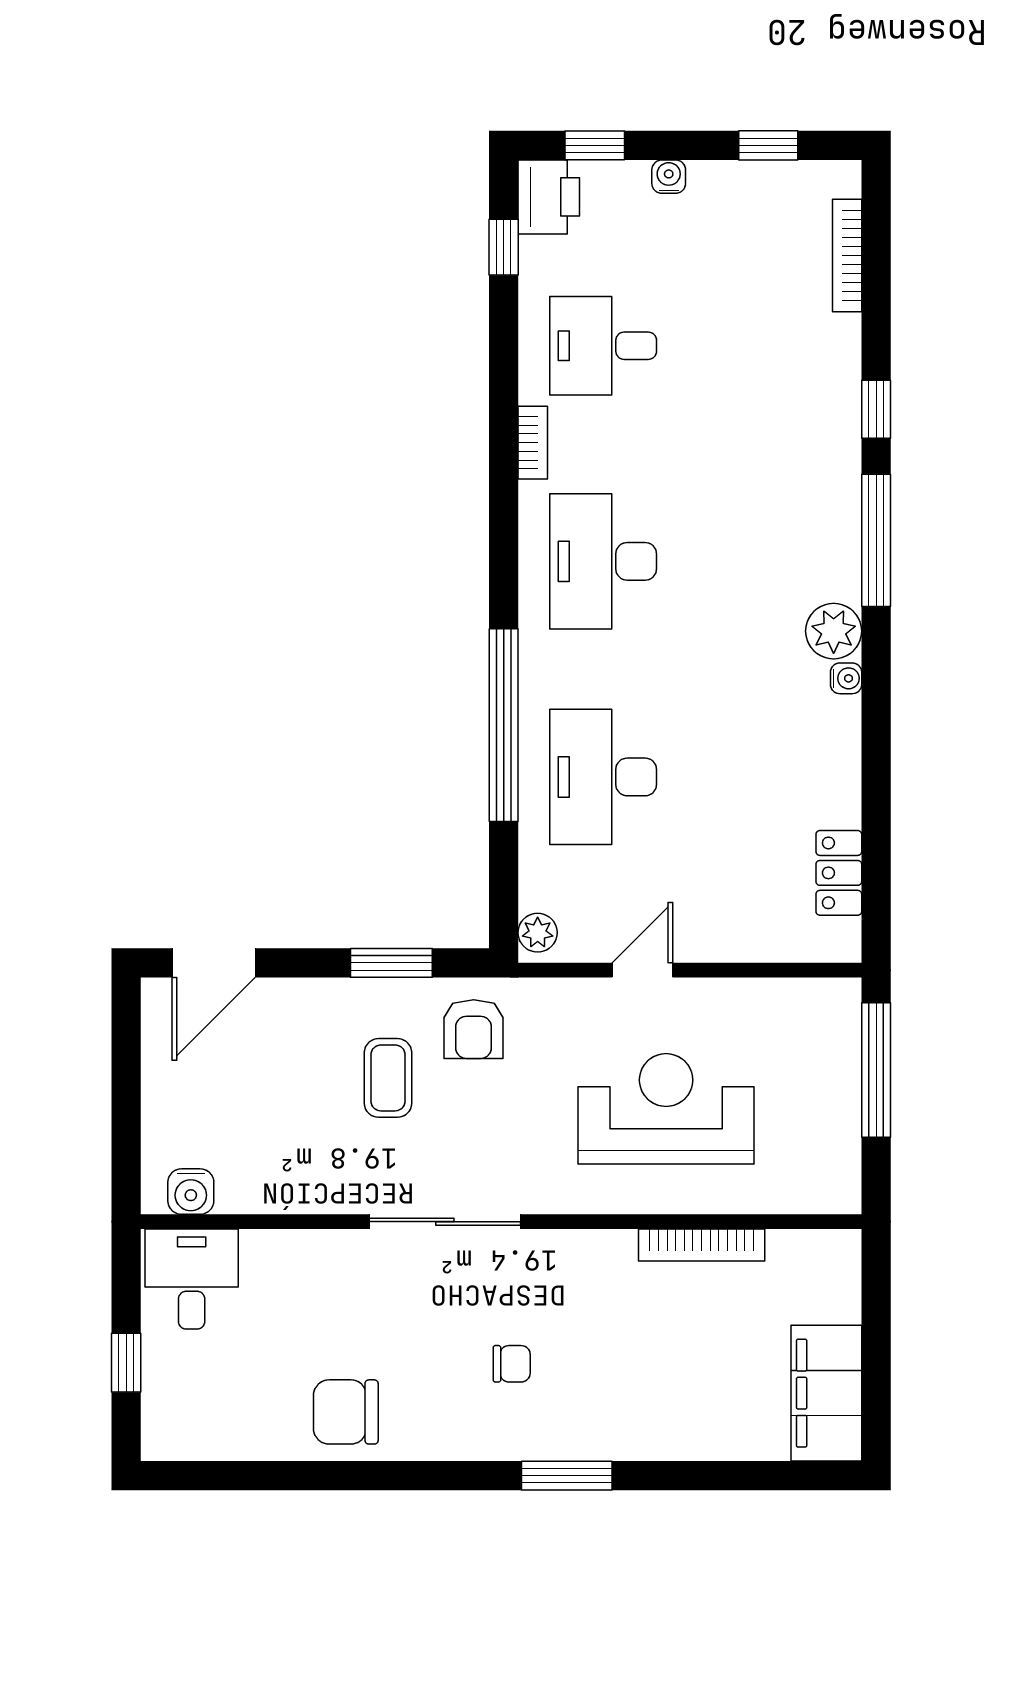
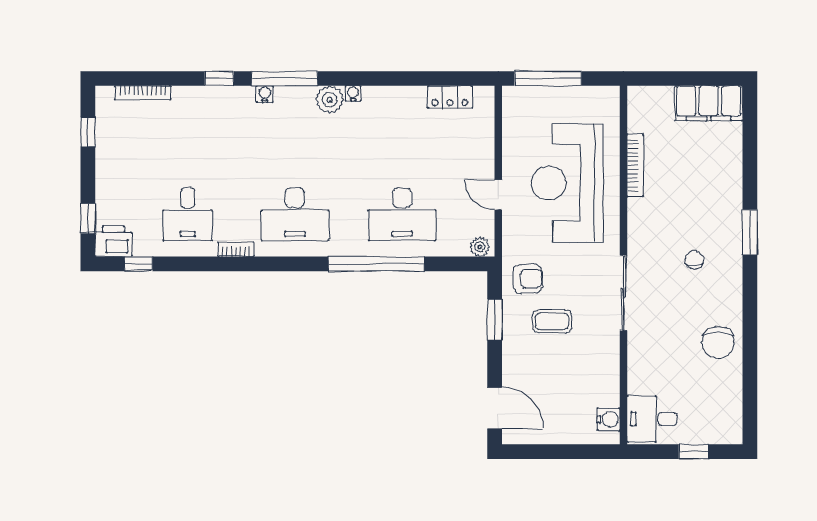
water cooler: (669, 177) -> (265, 94), moved, turned 90
reception desk: (666, 1109) -> (567, 183), width x1.36, depth x1.30

